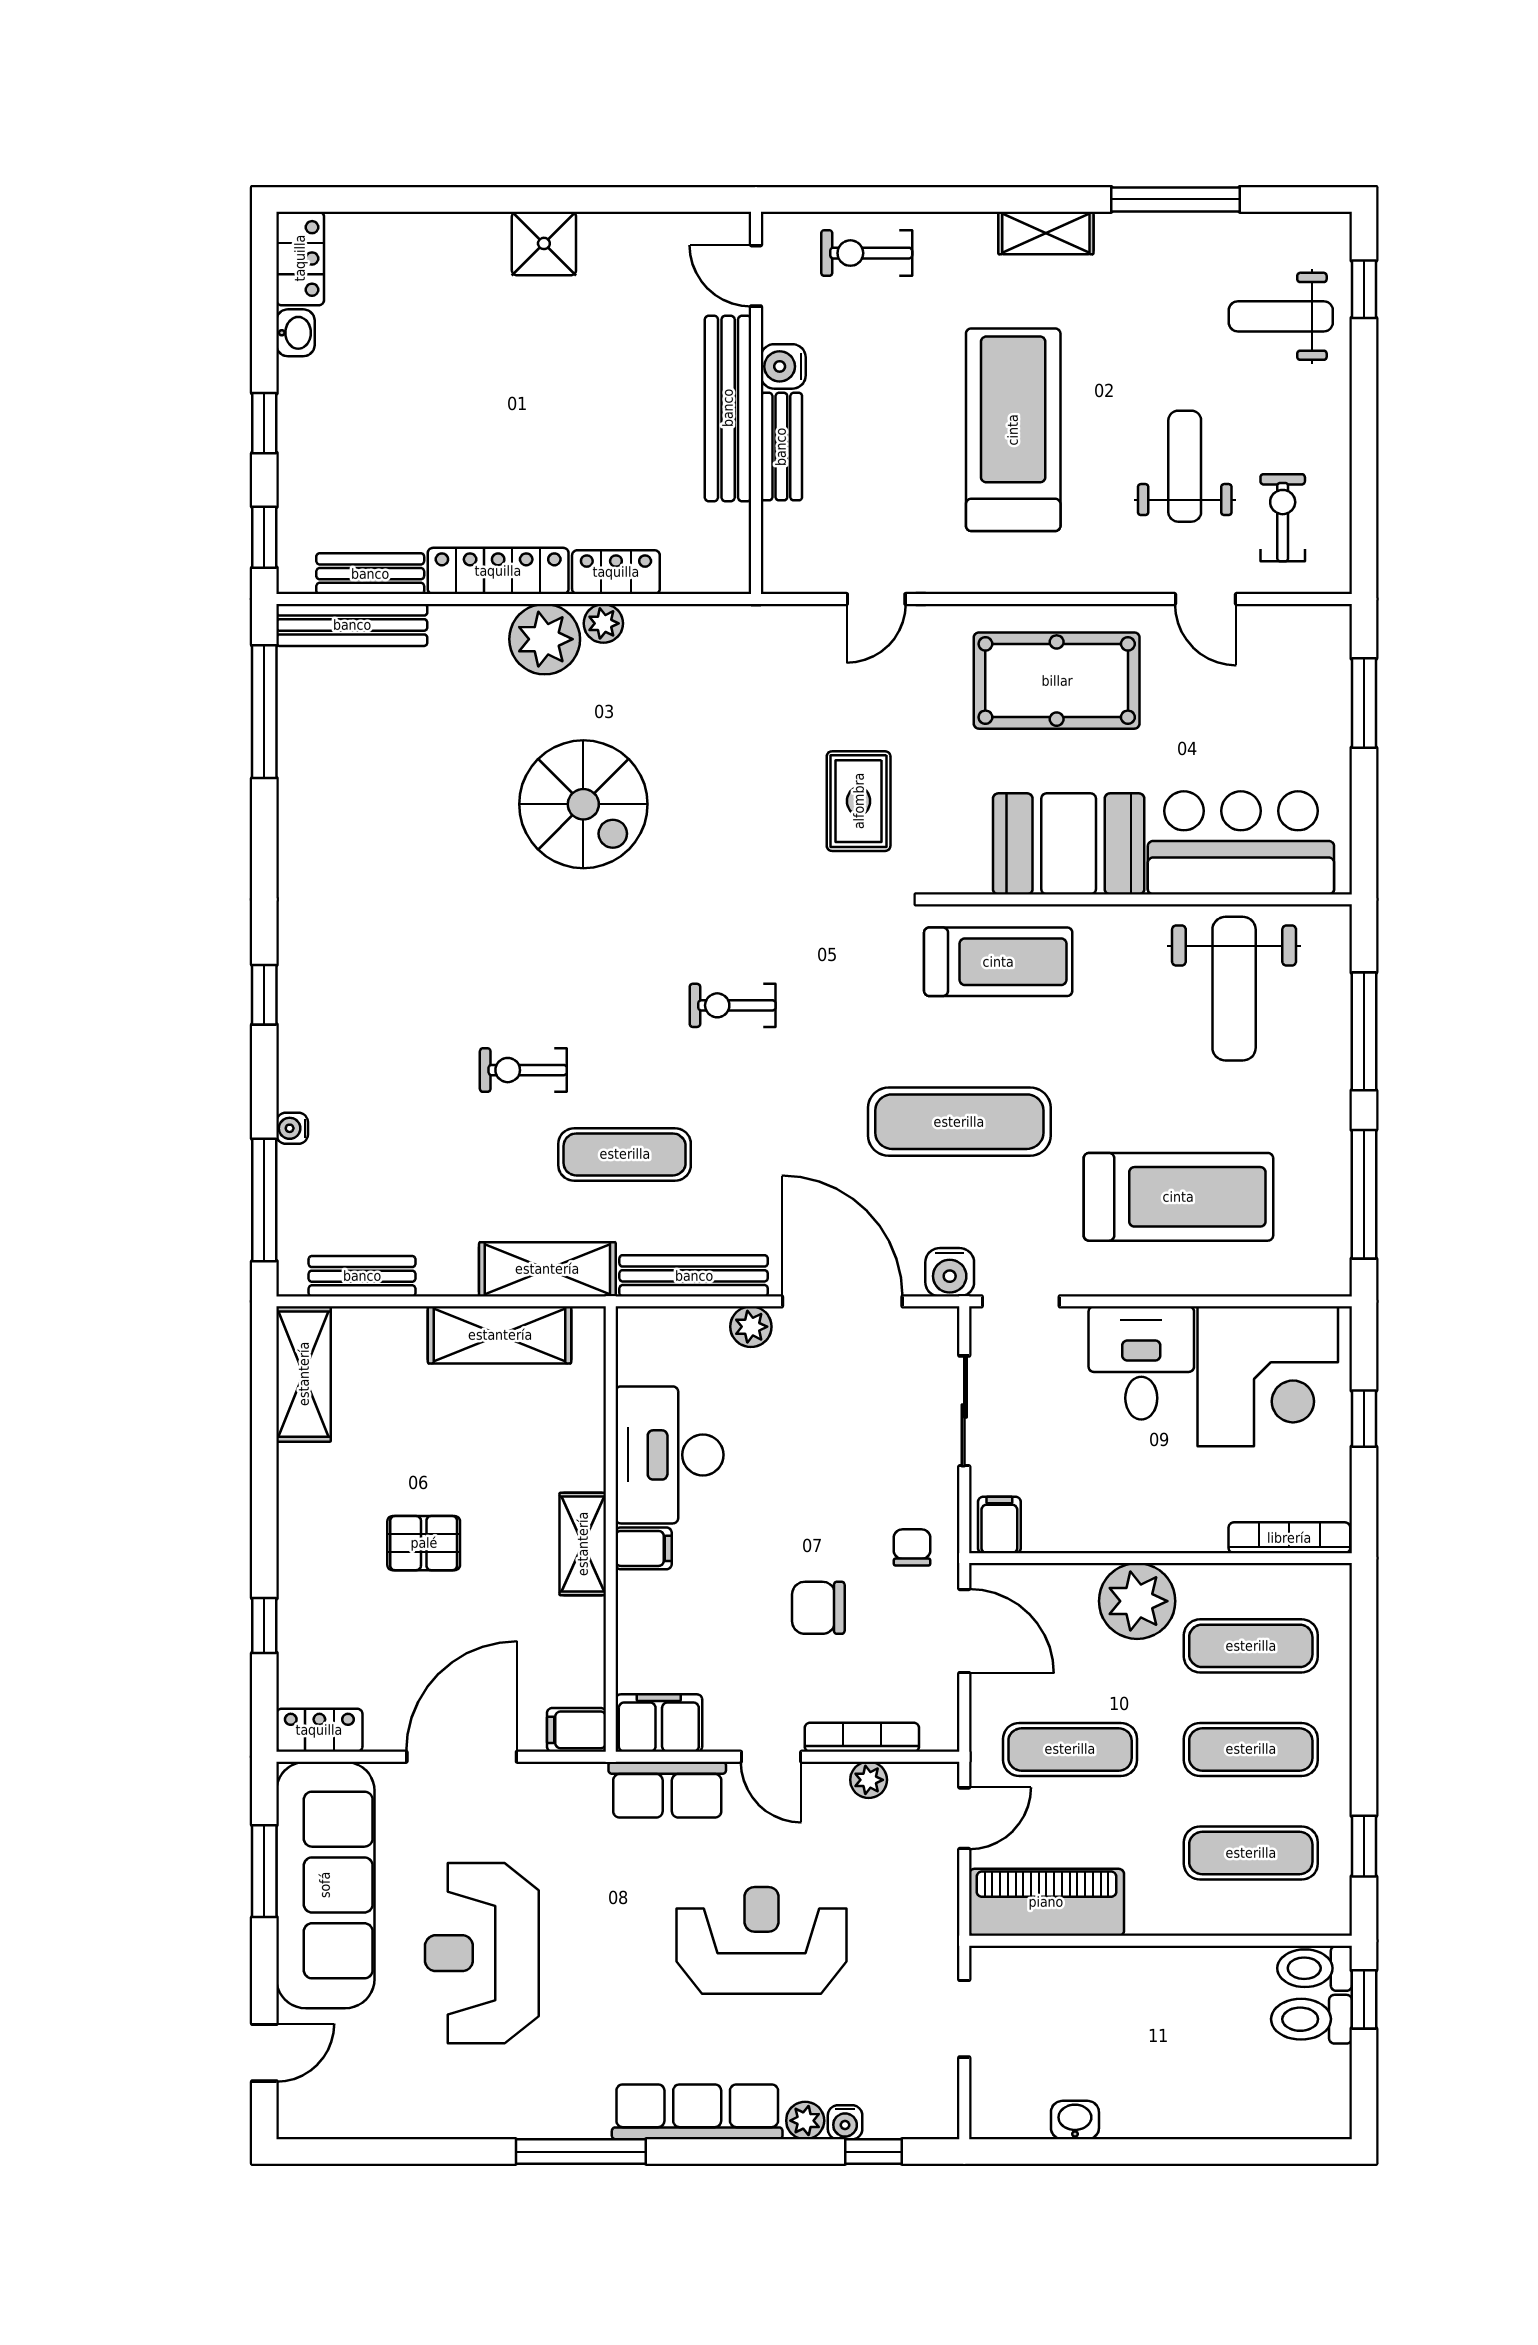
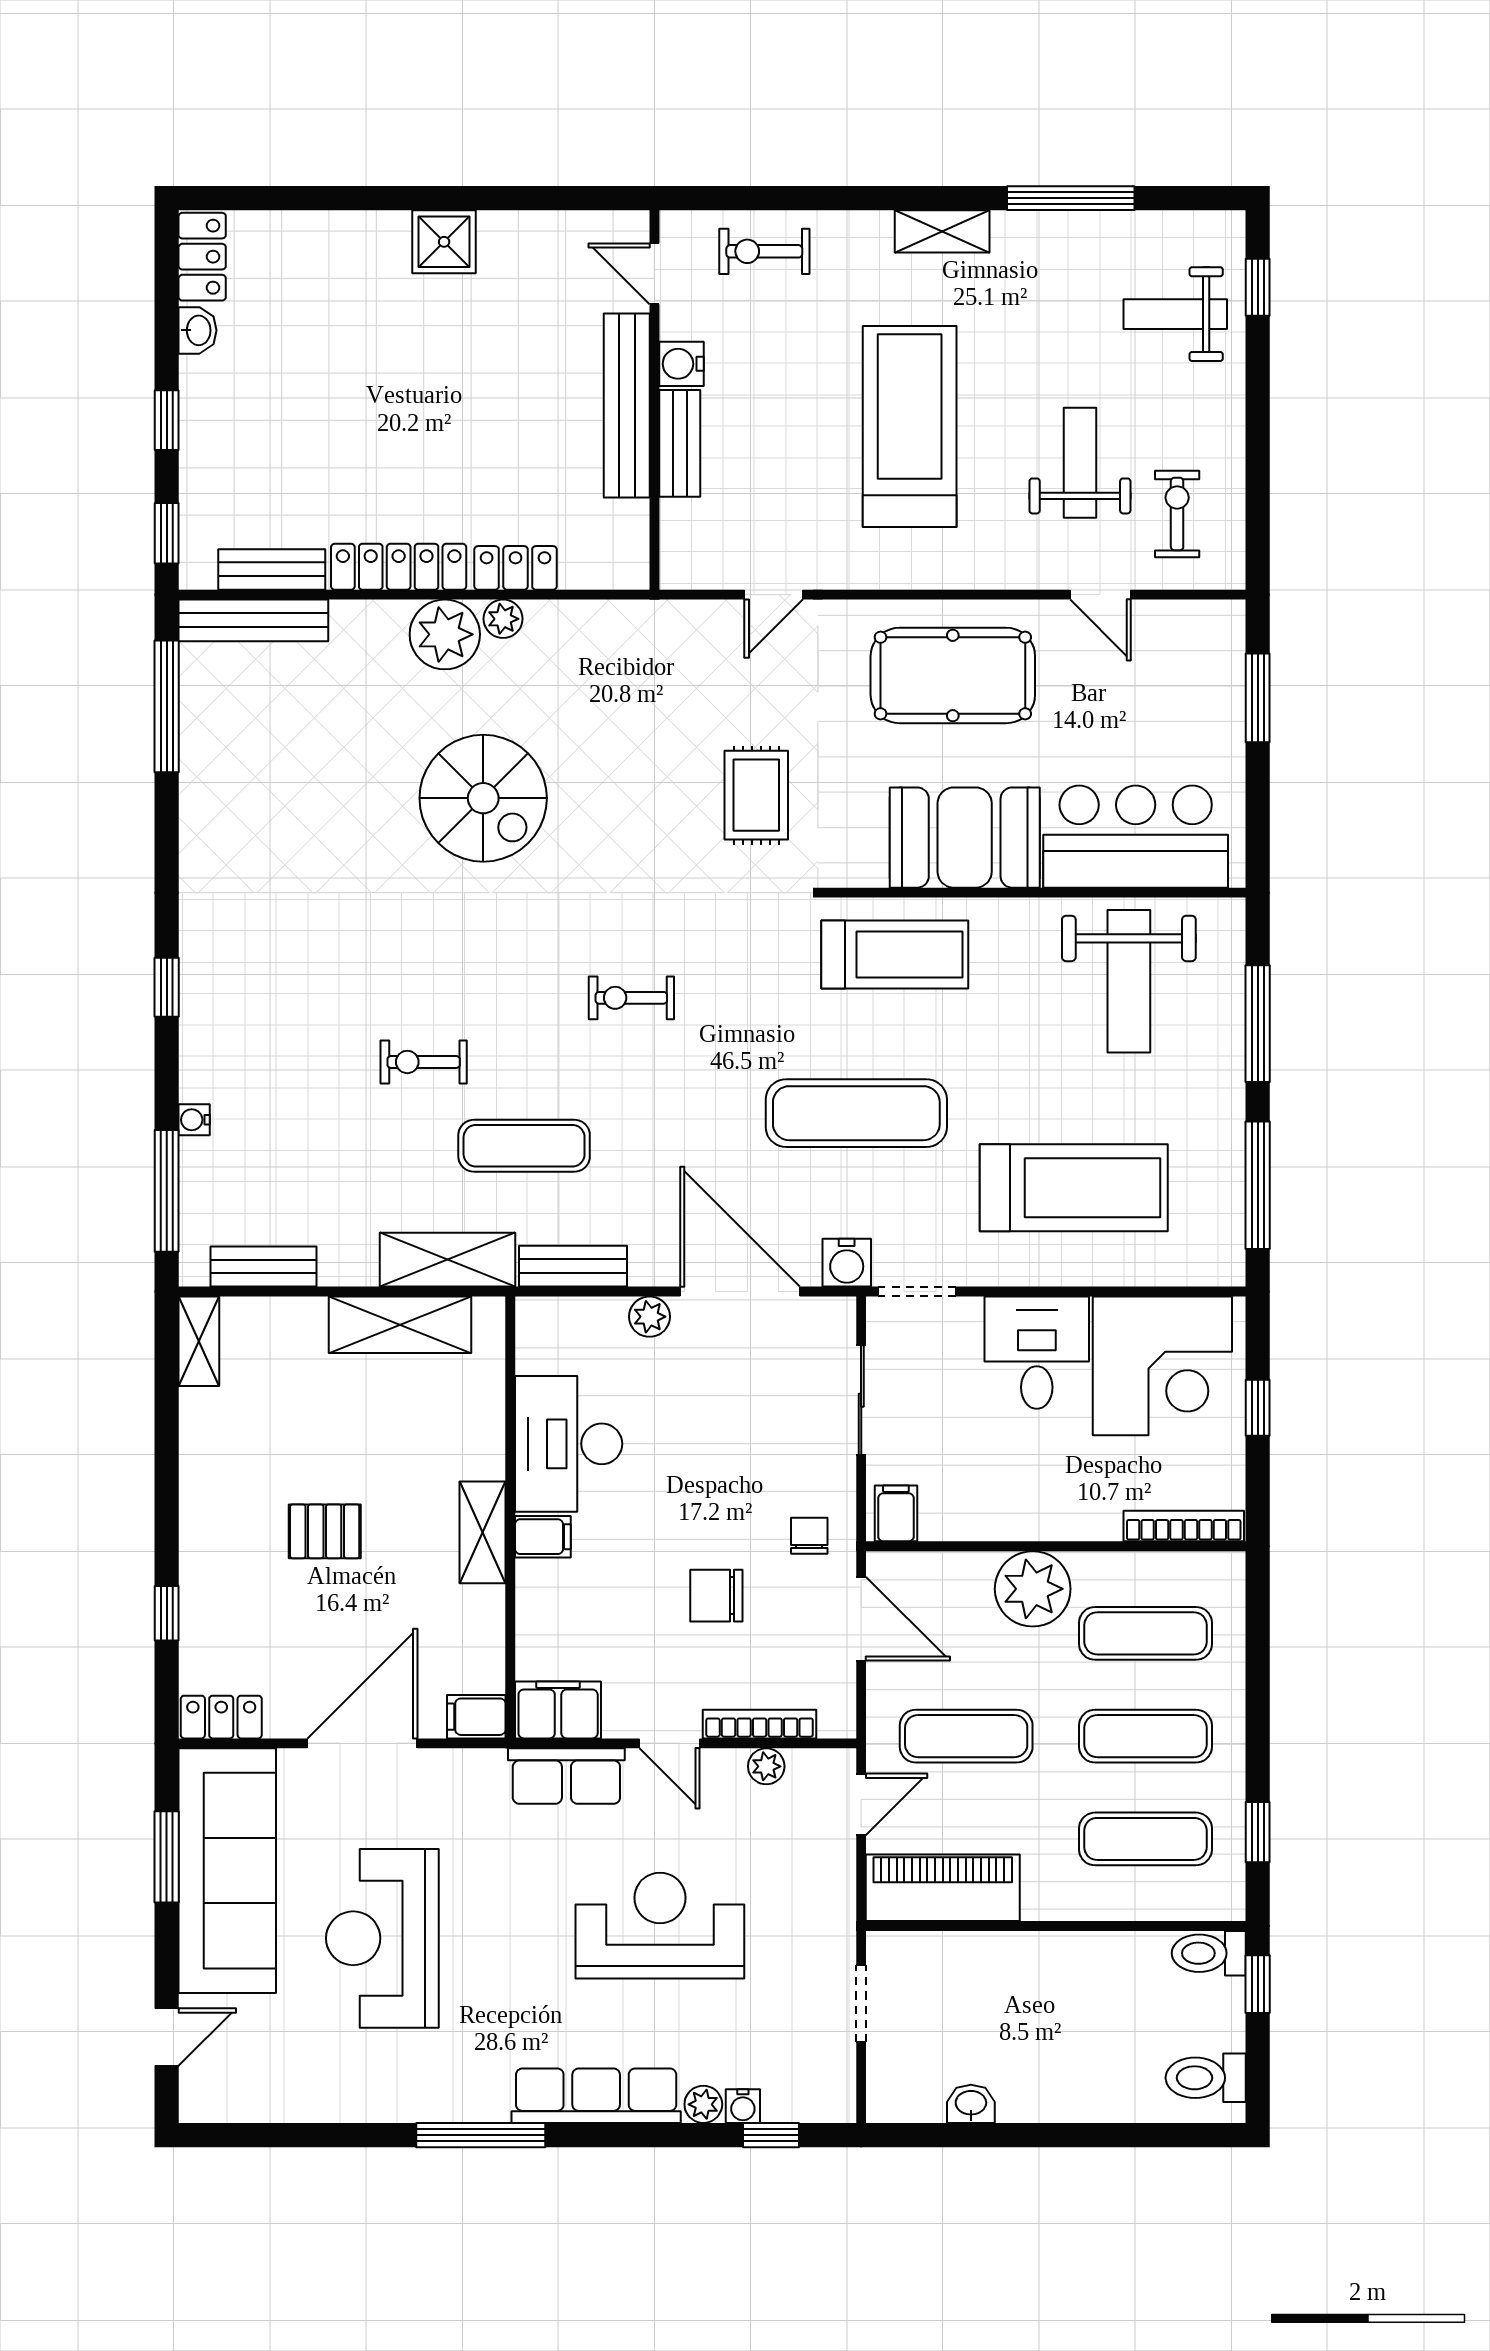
bench: (694, 1276) -> (573, 1266), width x0.73
shelving: (304, 1374) -> (199, 1341), width x0.67, depth x0.75
toilet: (1311, 2019) -> (1206, 2078), moved

